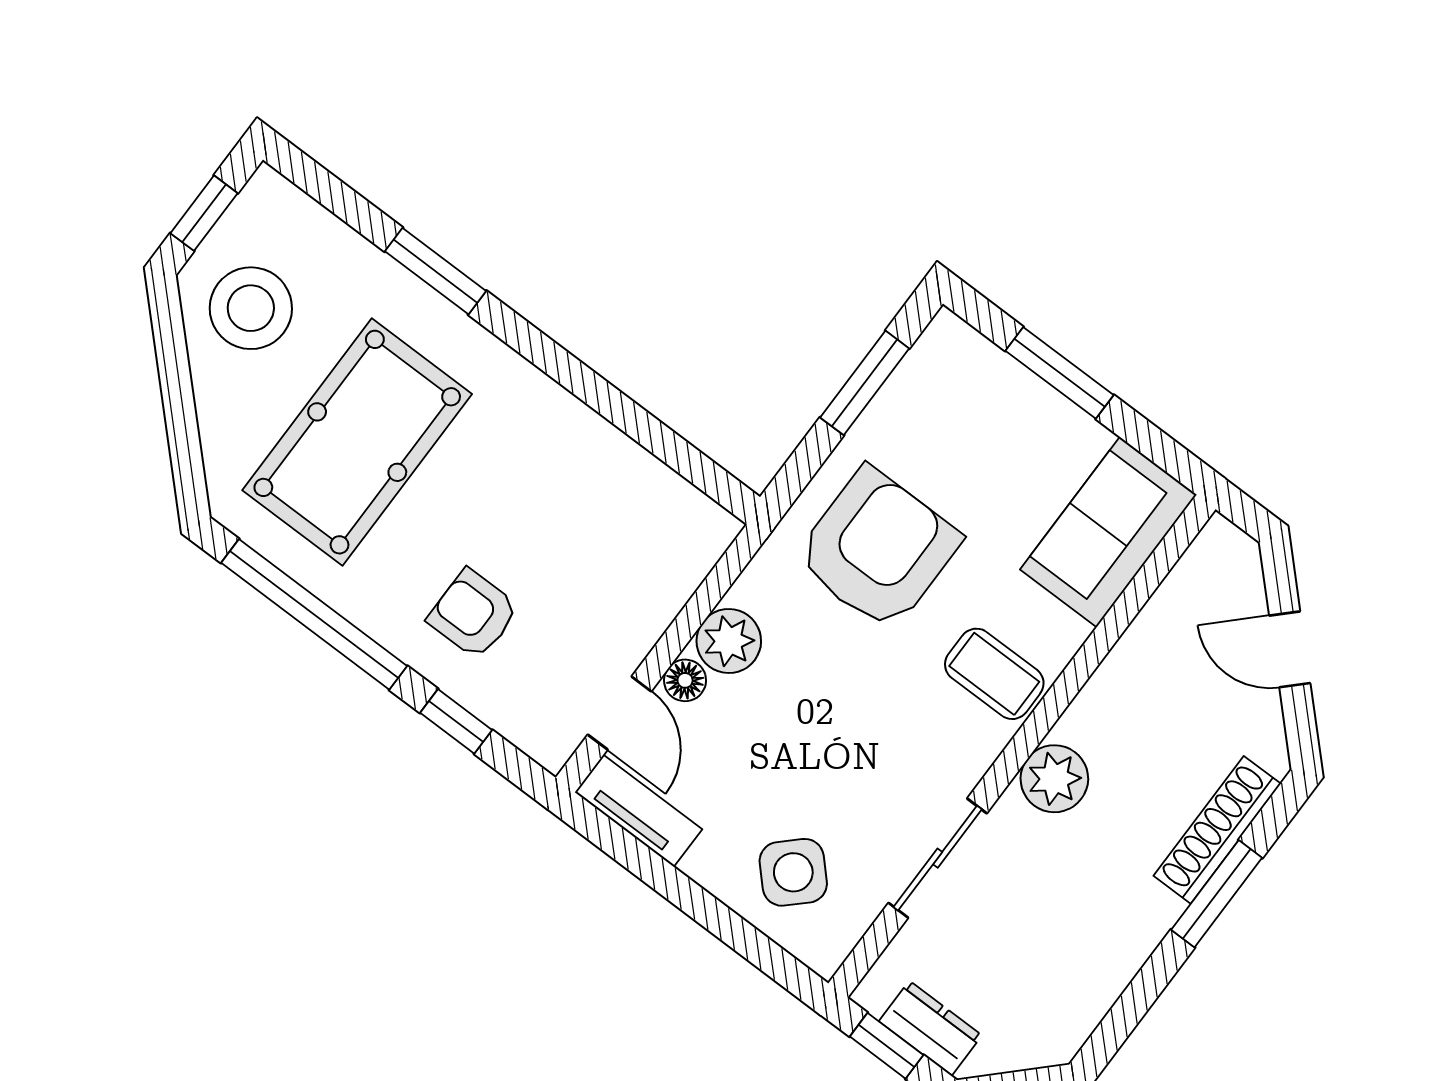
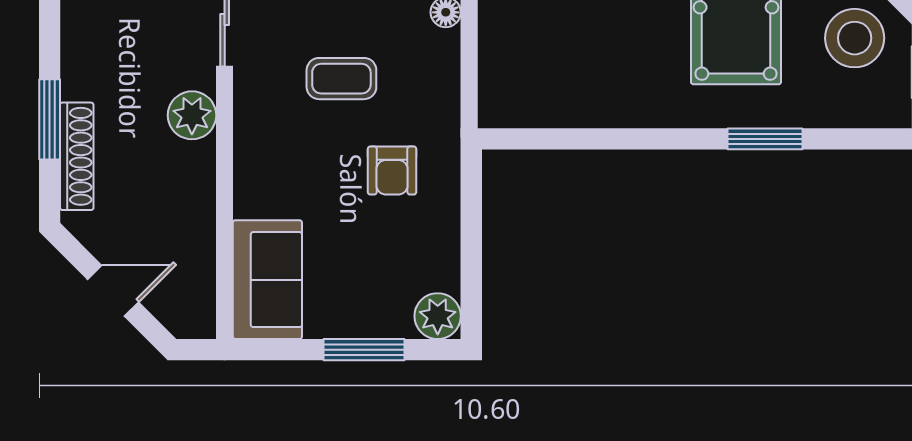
window: (865, 383) -> (471, 260), removed
armchair: (878, 549) -> (392, 170), width x0.53, depth x0.53
plant: (729, 641) -> (438, 316), moved
coffee table: (994, 674) -> (341, 79), moved

